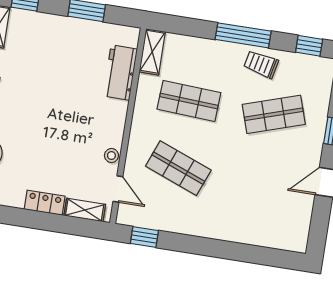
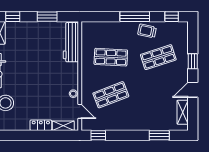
shelving: (152, 52) -> (183, 112), moved
workbench: (120, 73) -> (71, 42), width x1.37
shop shelf: (178, 168) -> (111, 95), turned -42
window: (253, 254) -> (159, 135), added

